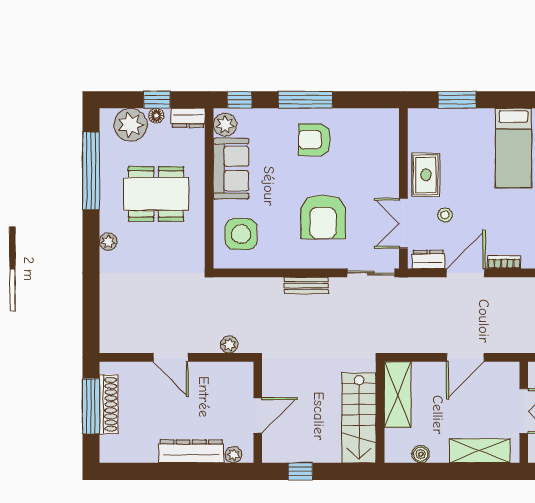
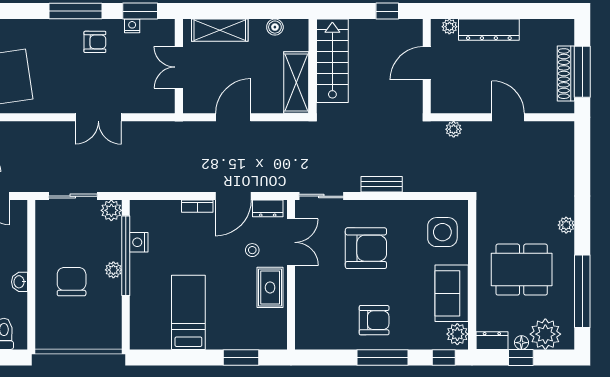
armchair: (323, 217) -> (366, 248), turned 90

